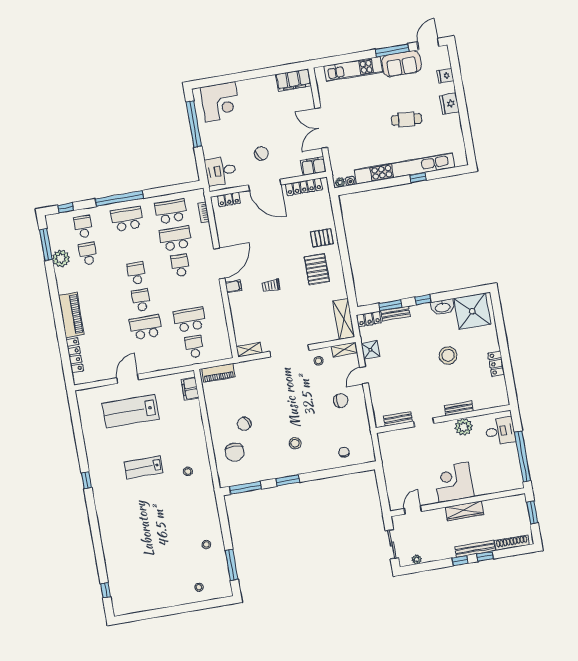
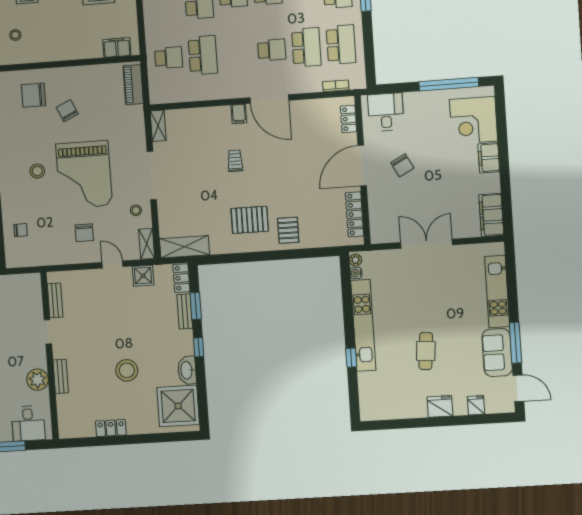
filing cabinet: (313, 166) -> (489, 158), moved, turned 180
kitchen unit: (404, 168) -> (363, 325), width x0.73
grand piano: (294, 405) -> (84, 175), added

